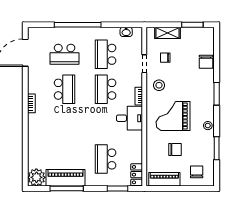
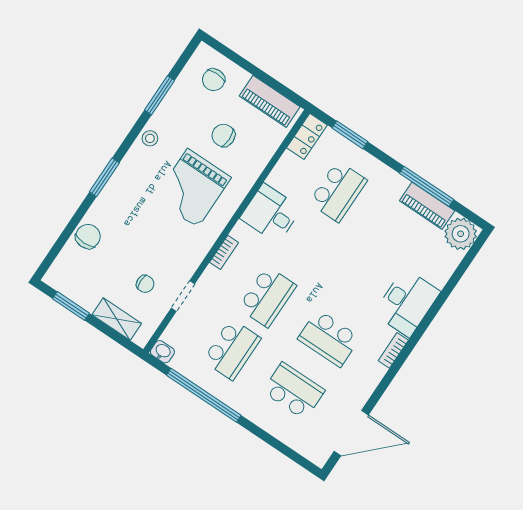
window: (78, 25) -> (204, 395), moved
washbasin: (126, 32) -> (162, 352), moved
stool: (159, 85) -> (183, 249), removed
school desk: (65, 89) -> (329, 338), turned -90
grand piano: (173, 116) -> (193, 188), turned 90
desk: (130, 118) -> (271, 213), moved
desk: (40, 129) -> (407, 303), added
piano: (66, 178) -> (427, 206), width x0.73, depth x0.75

